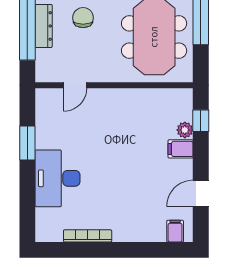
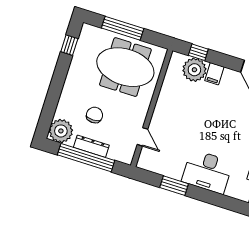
chair: (83, 18) -> (94, 115), turned 90
plant: (185, 130) -> (194, 70), width x1.88, depth x1.88

